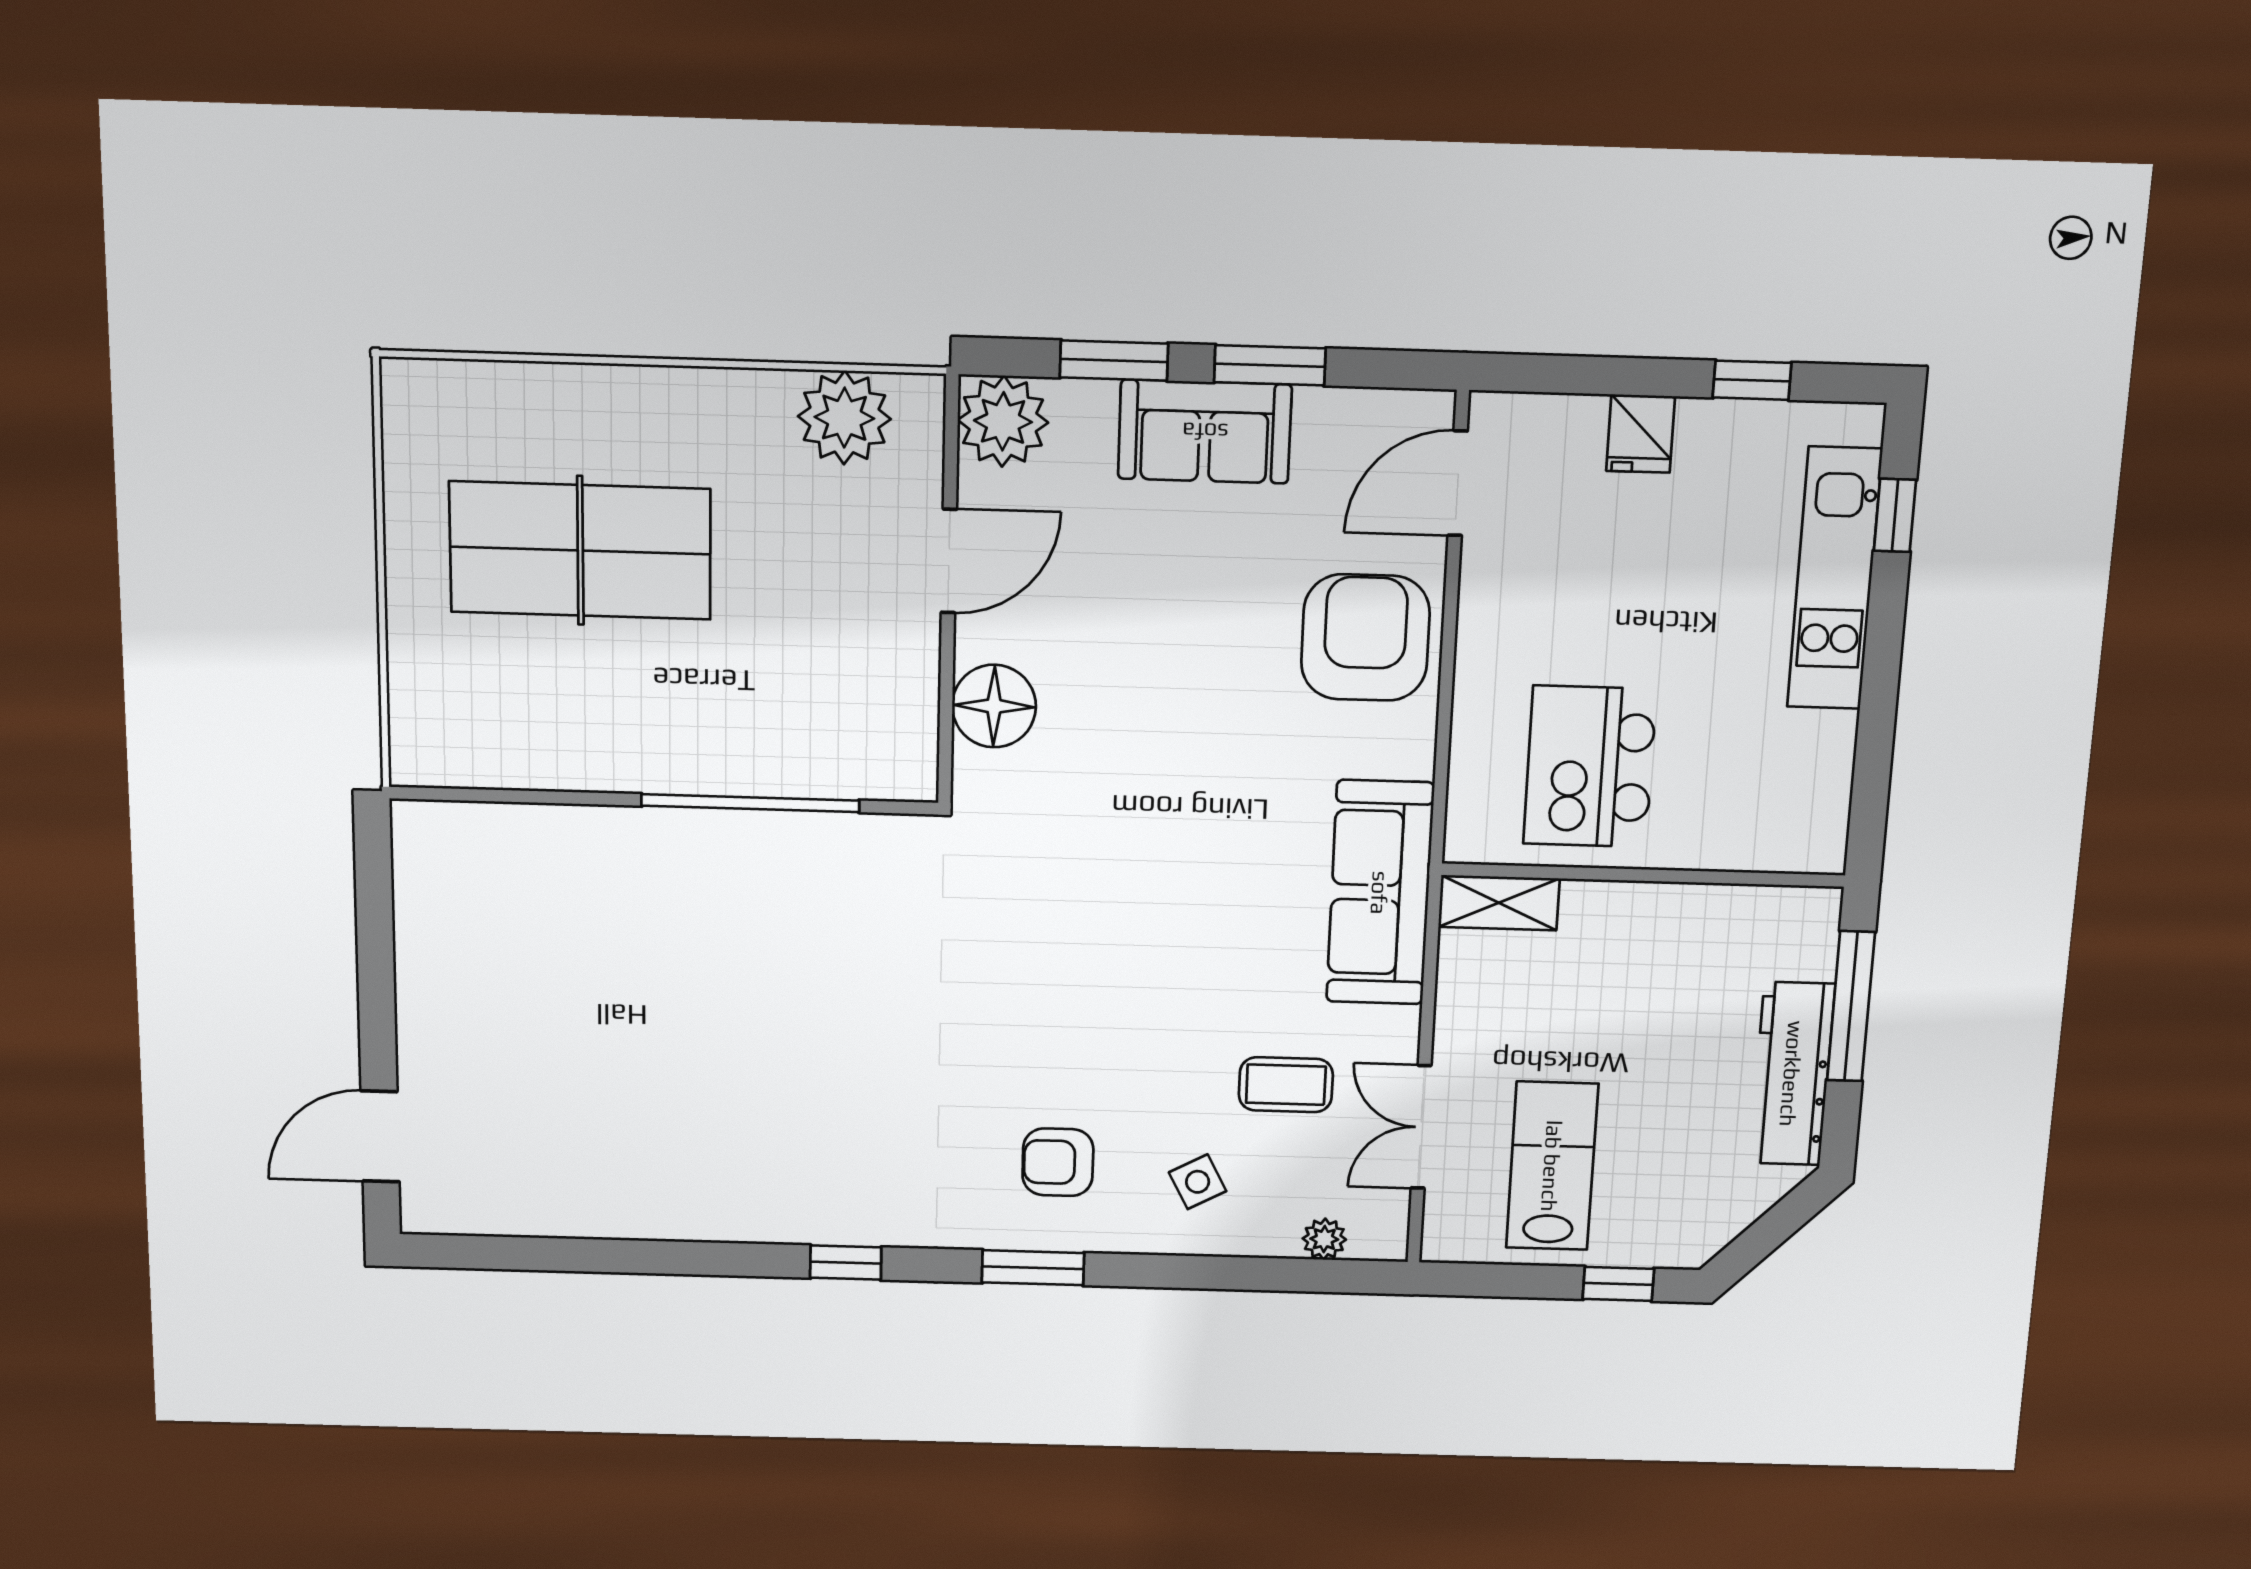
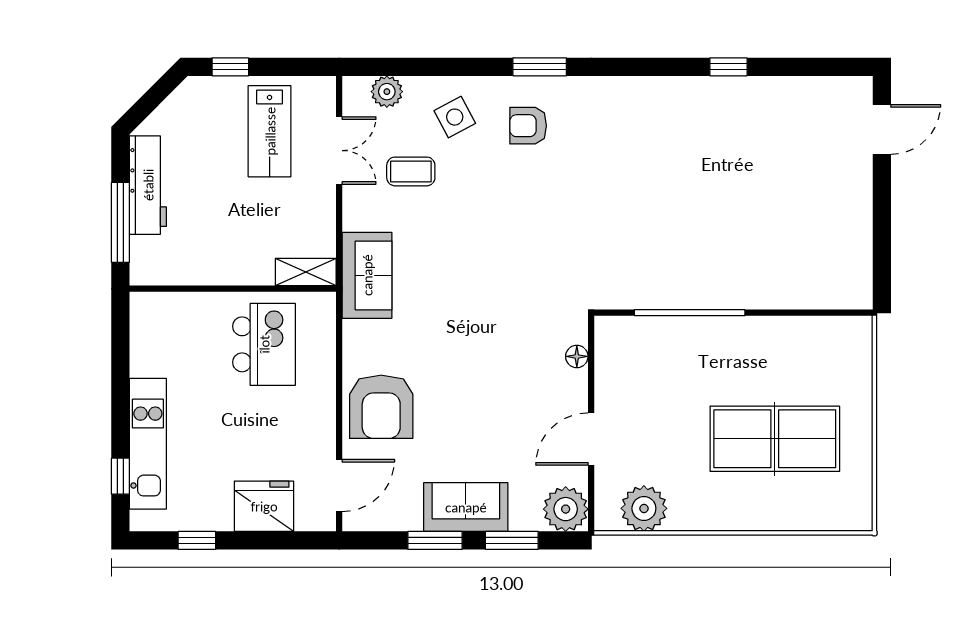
fridge: (1641, 434) -> (264, 506), width x1.88, depth x1.34
floor lamp: (994, 706) -> (577, 356), width x0.53, depth x0.53
sofa: (1380, 893) -> (367, 275), width x0.73
armchair: (1058, 1162) -> (528, 126), turned 180
side table: (1198, 1182) -> (455, 117), width x1.37, depth x1.37
plant: (1324, 1239) -> (387, 92), width x1.38, depth x1.38
window: (846, 1263) -> (728, 67), moved

